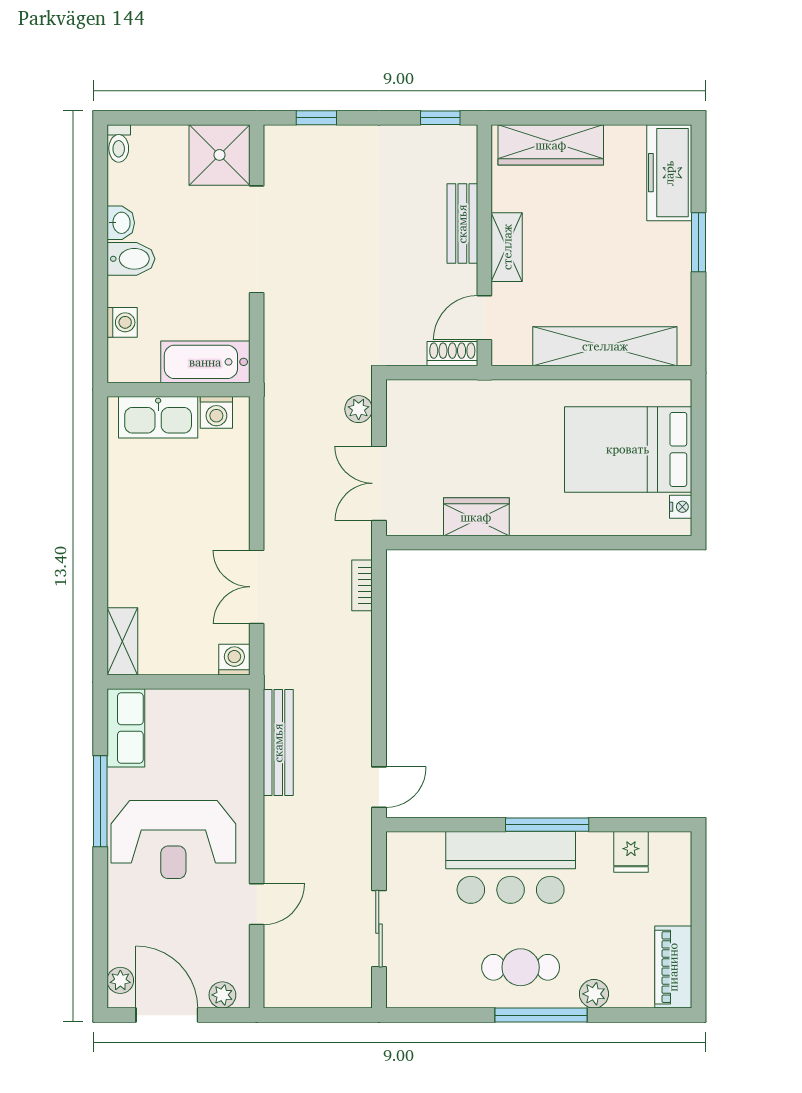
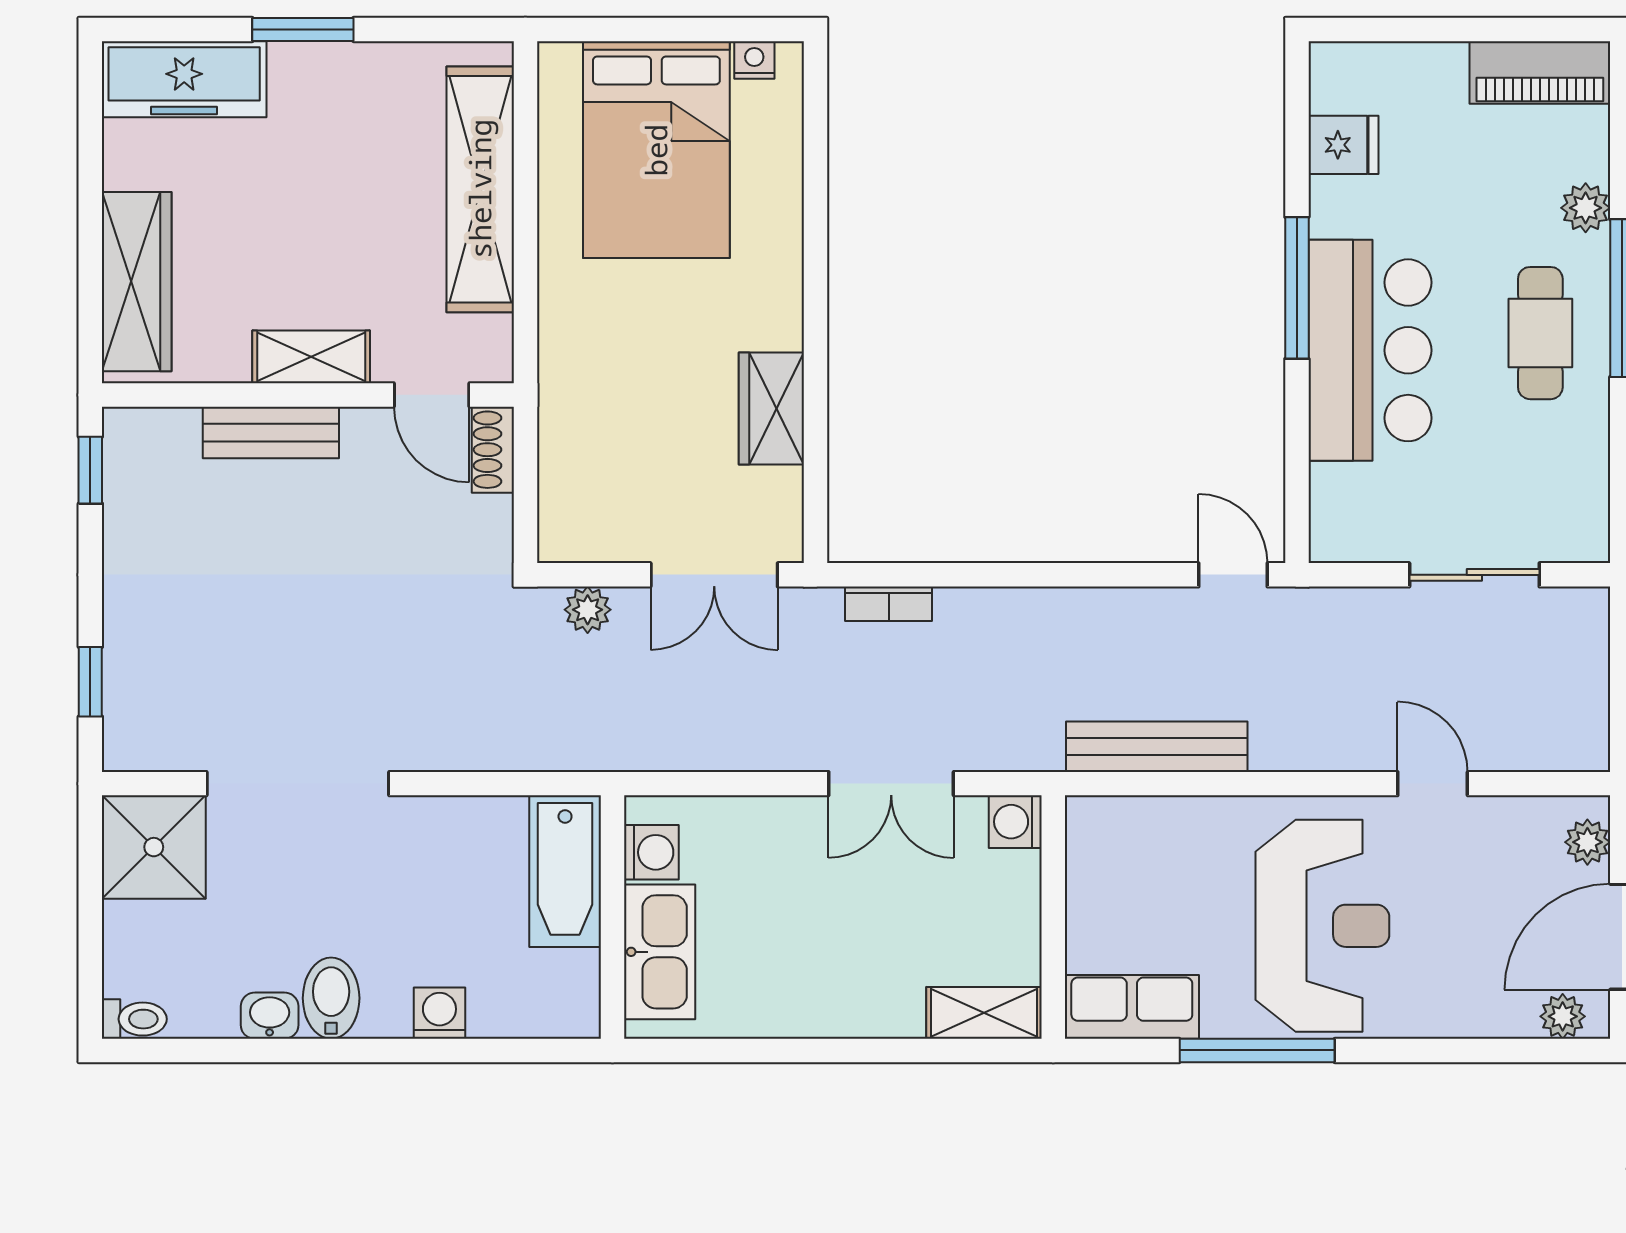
bathtub: (205, 362) -> (565, 871), moved
wall: (178, 390) -> (612, 917), moved
washing machine: (216, 412) -> (651, 852), moved
kitchen sink: (158, 417) -> (660, 952), moved

